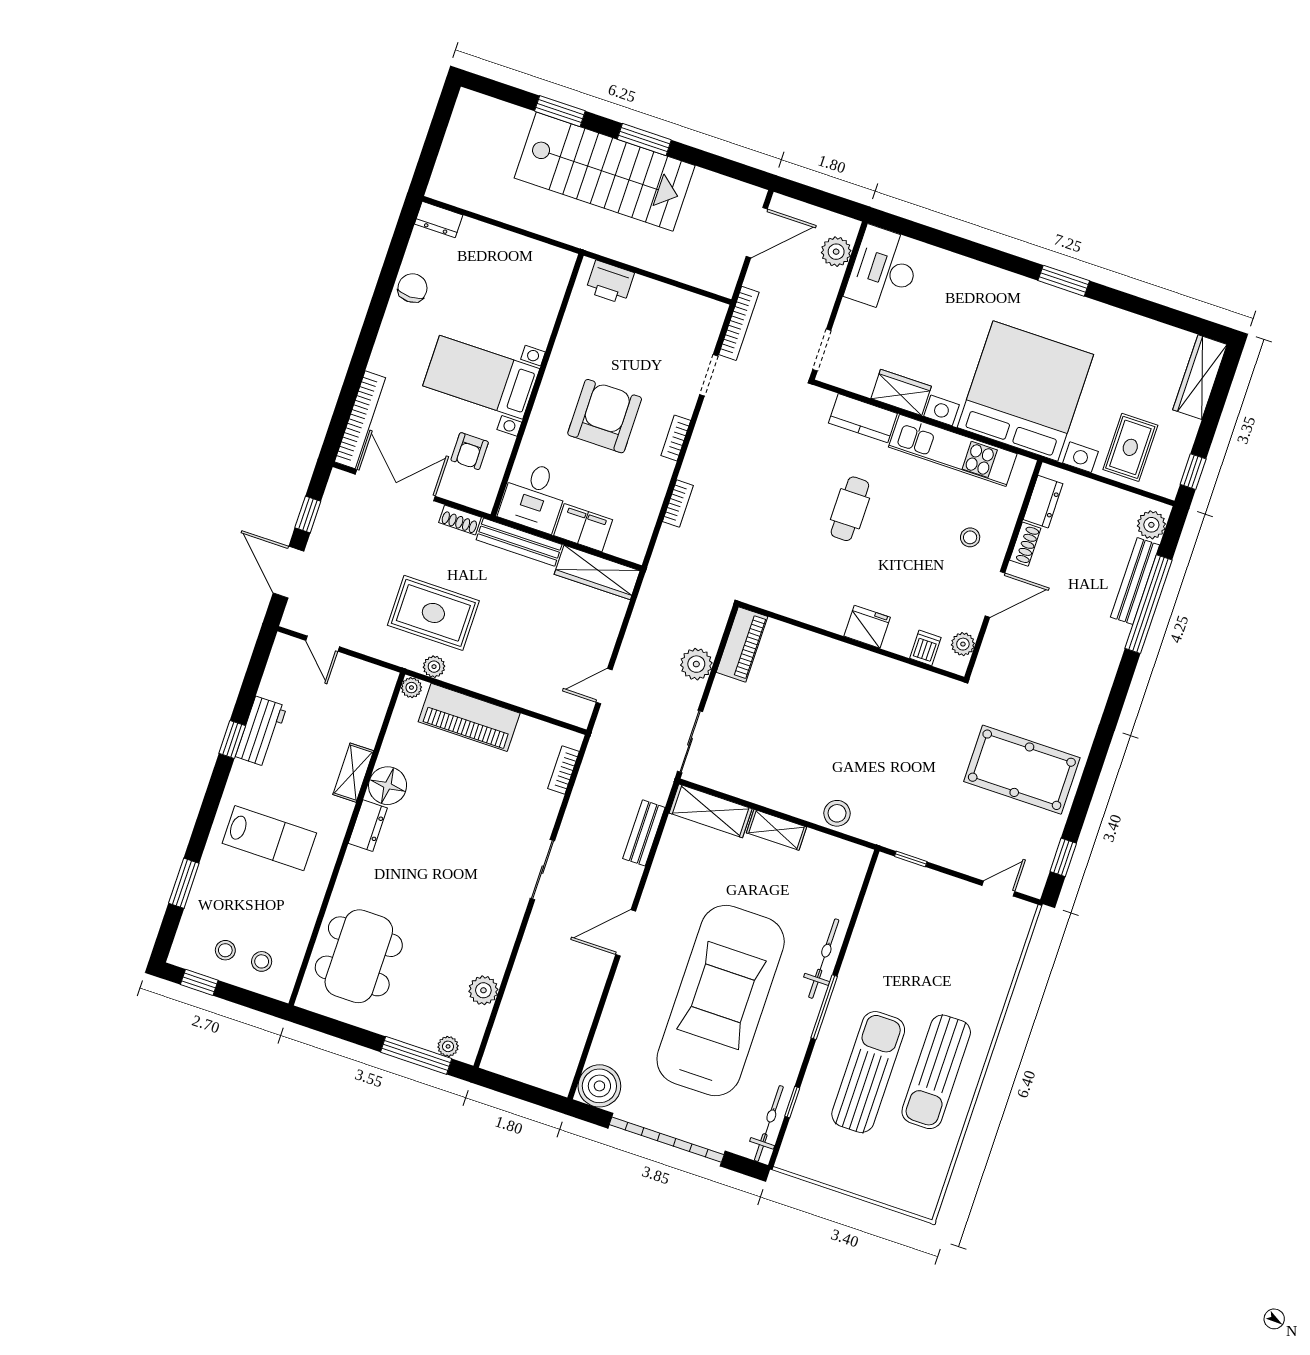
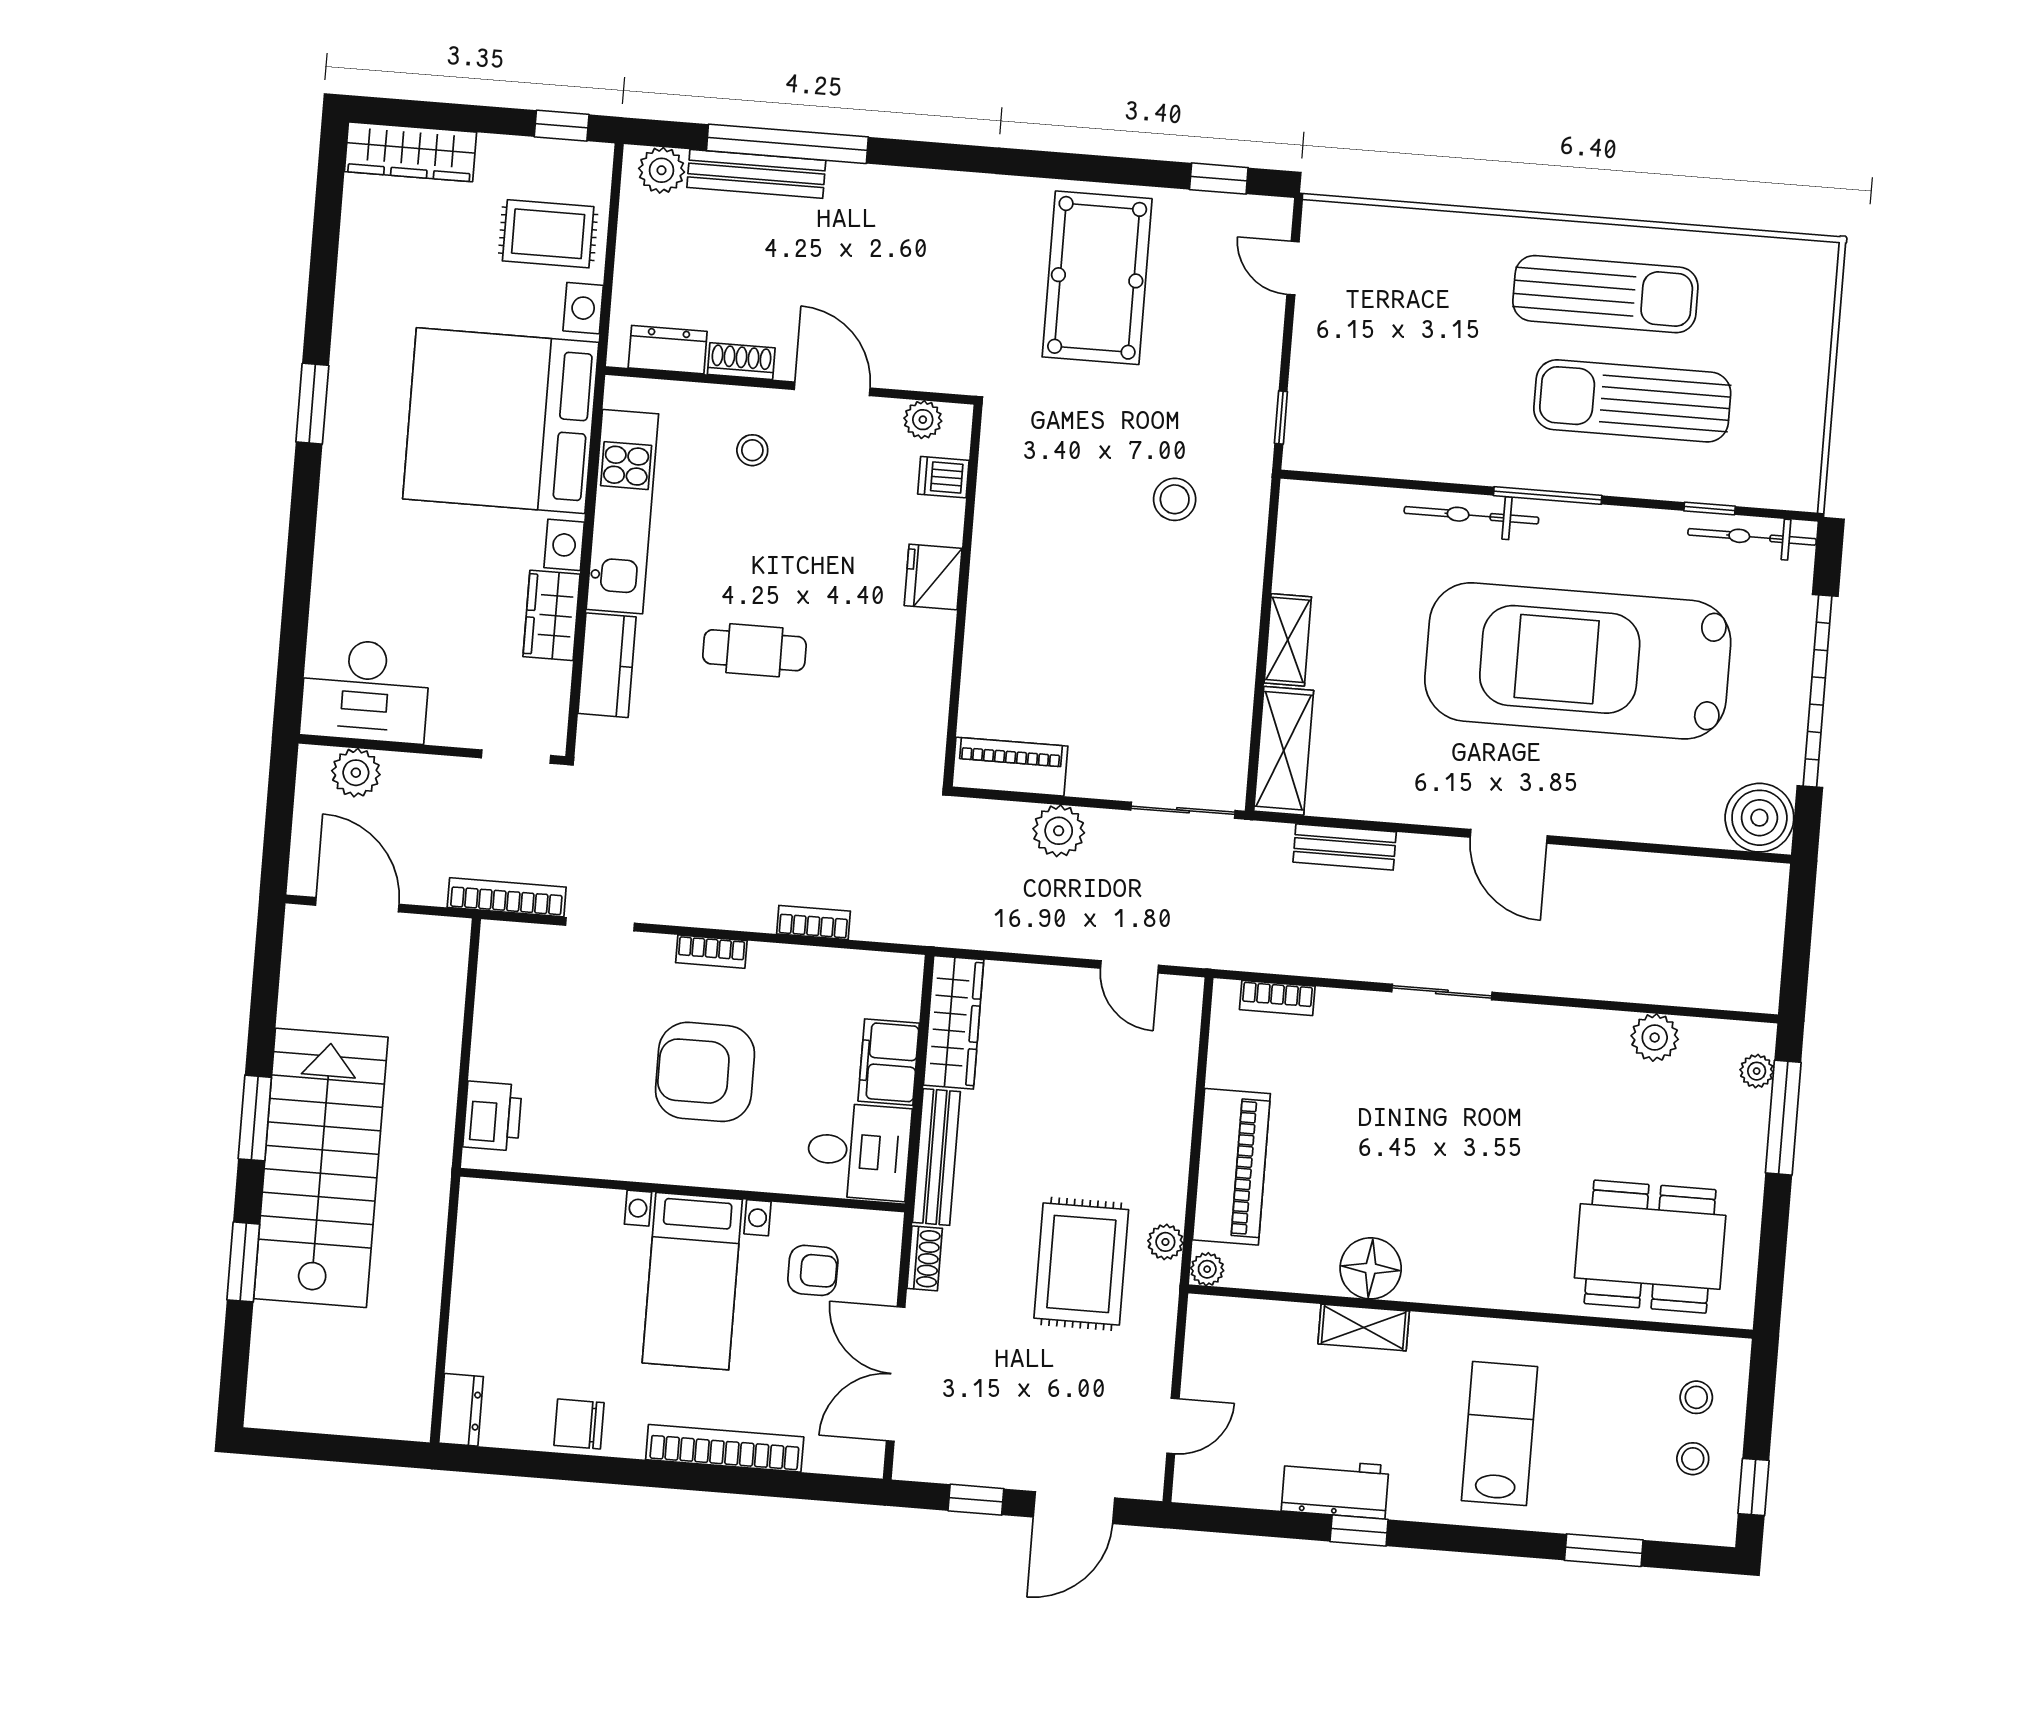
bookcase: (360, 420) -> (725, 1448), moved
stool: (837, 813) -> (1175, 499), moved
dresser: (368, 826) -> (1441, 1284), removed

